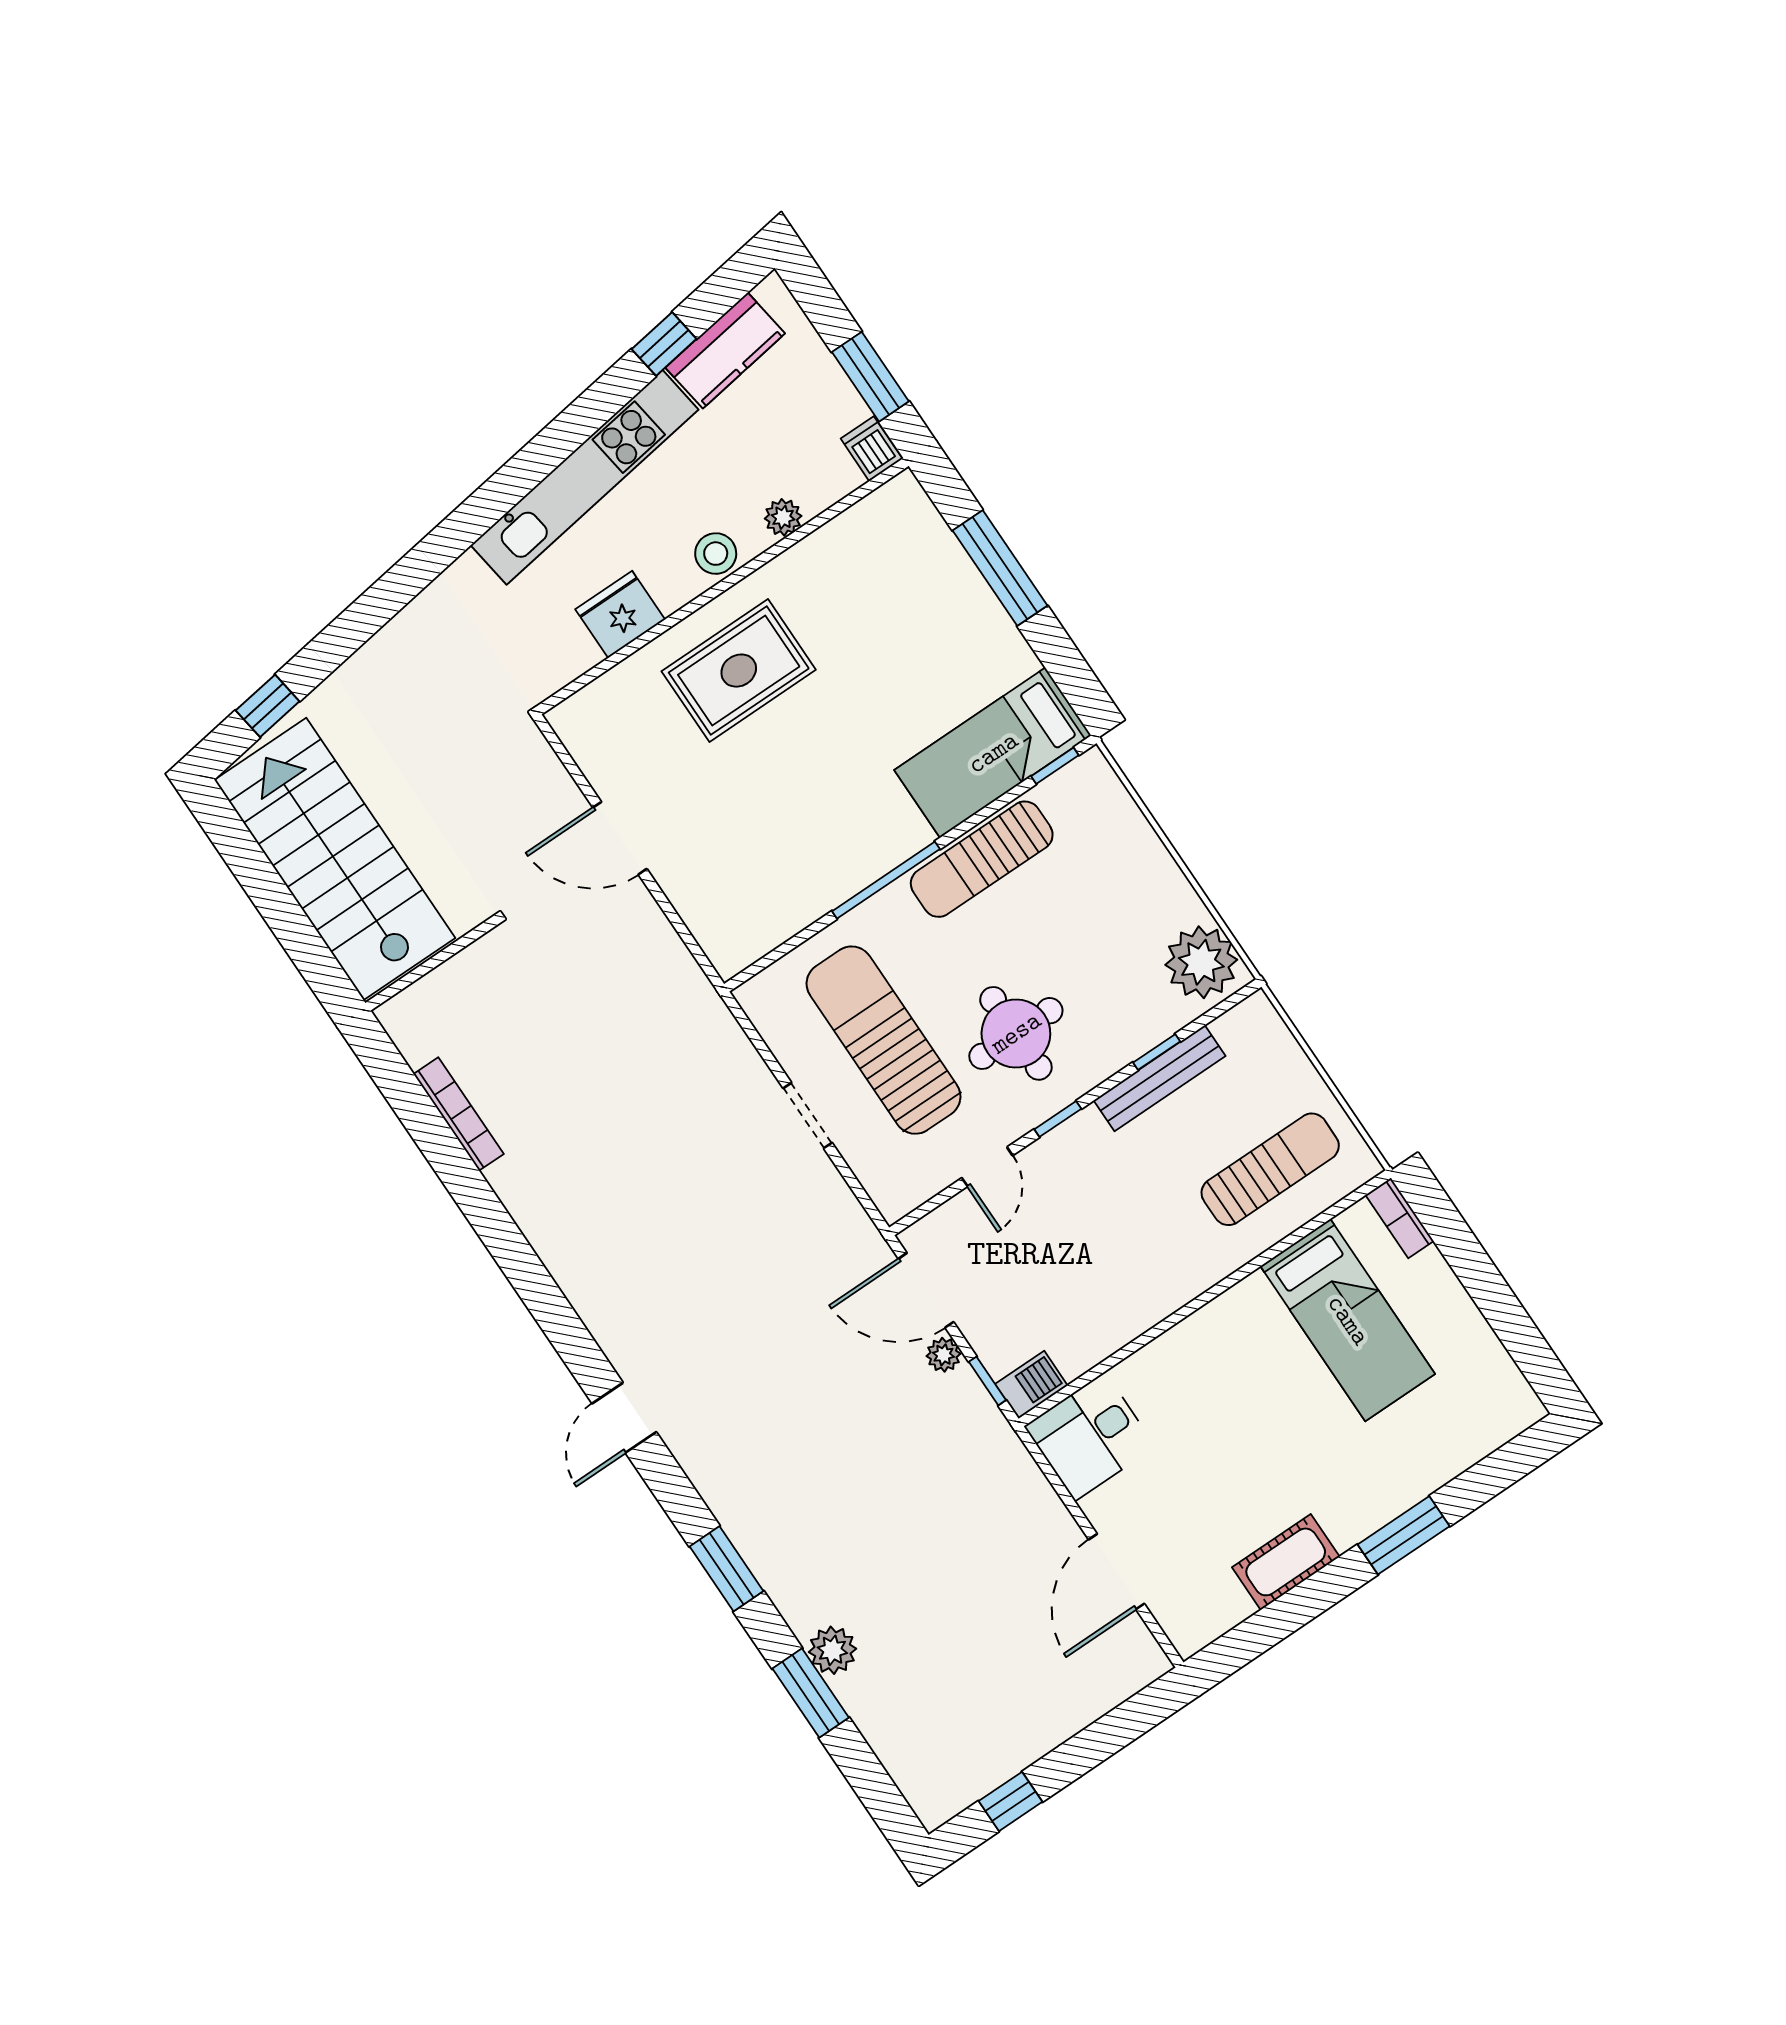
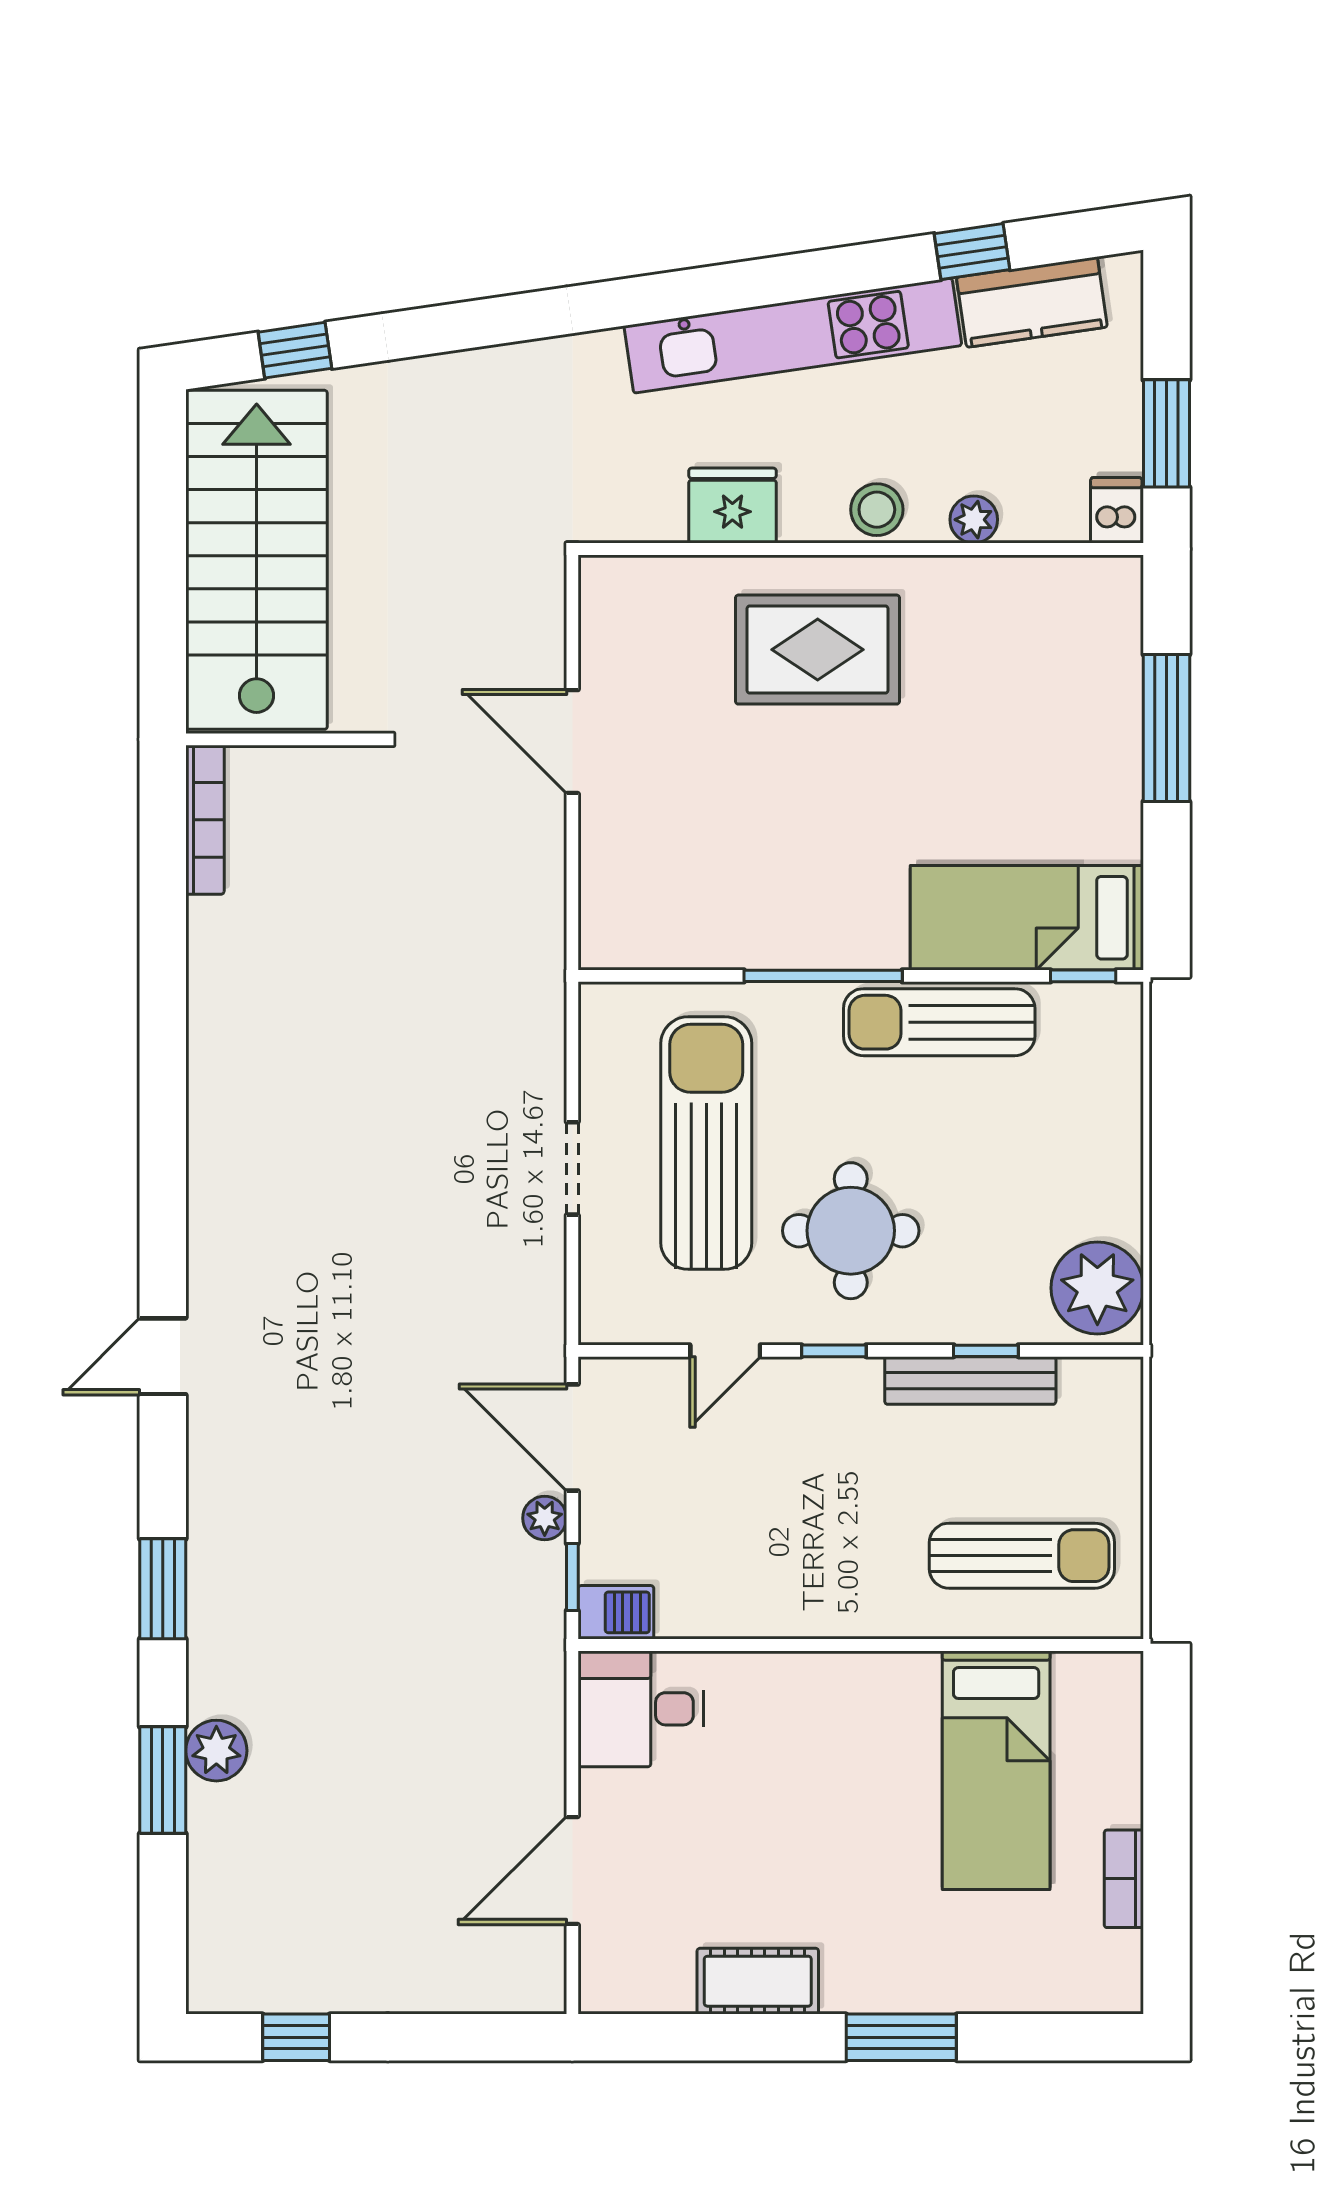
bookcase: (459, 1114) -> (205, 820), moved
bookcase: (1400, 1218) -> (1124, 1879), moved

